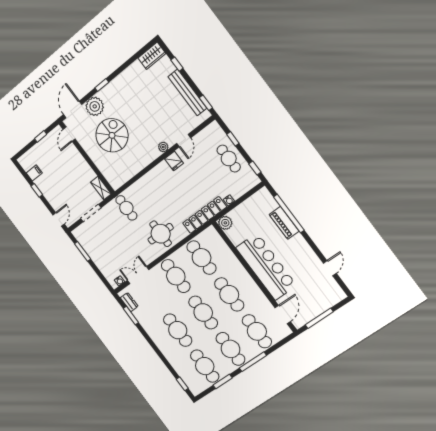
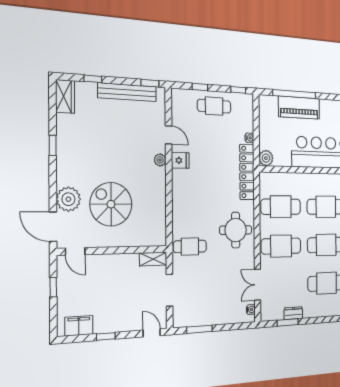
window: (102, 85) -> (53, 145), moved
filing cabinet: (34, 173) -> (79, 326), width x2.00
piano: (284, 223) -> (299, 108), width x1.37, depth x1.33
dresser: (129, 302) -> (293, 313), moved

